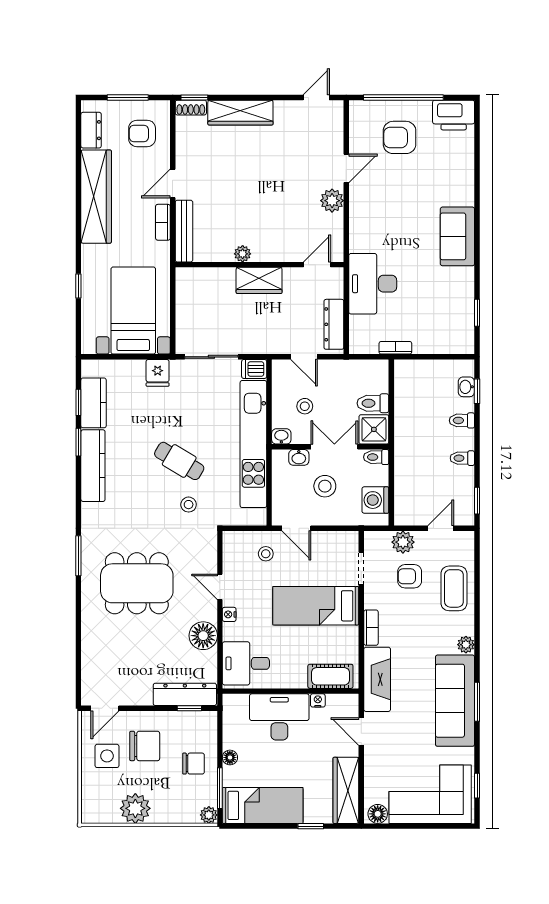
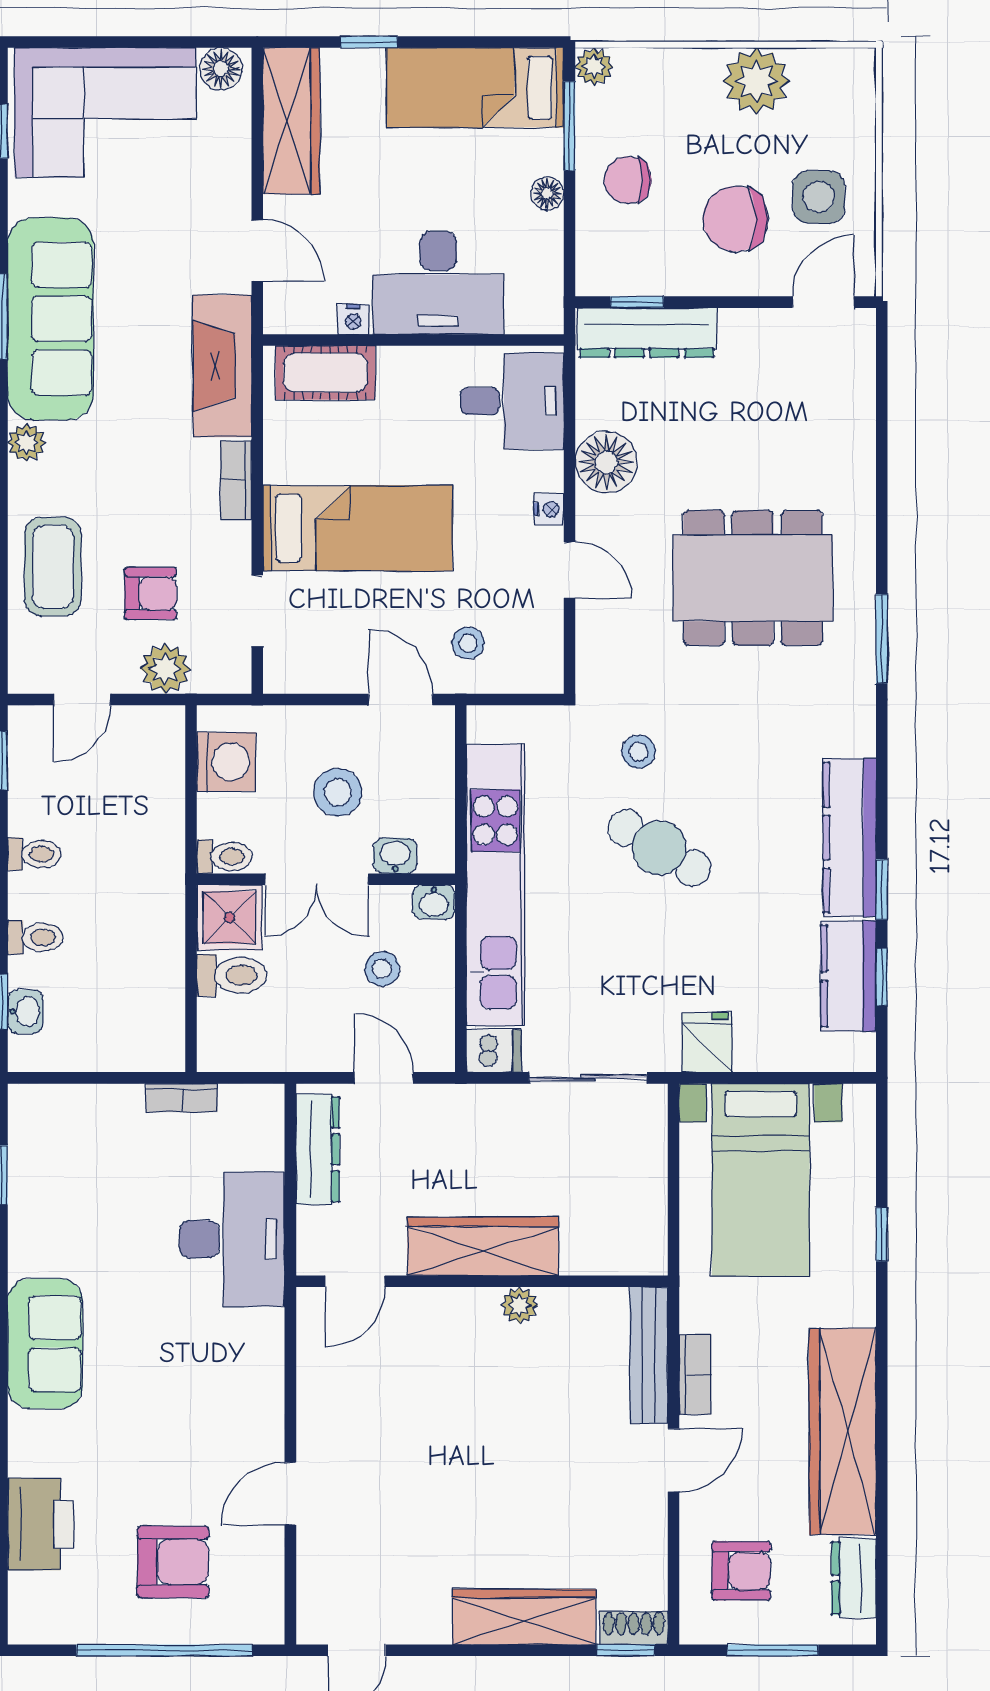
printer: (454, 115) -> (41, 1524), moved, turned 90
plant: (332, 201) -> (322, 1423), removed
wardrobe: (259, 280) -> (483, 1246), width x1.50

